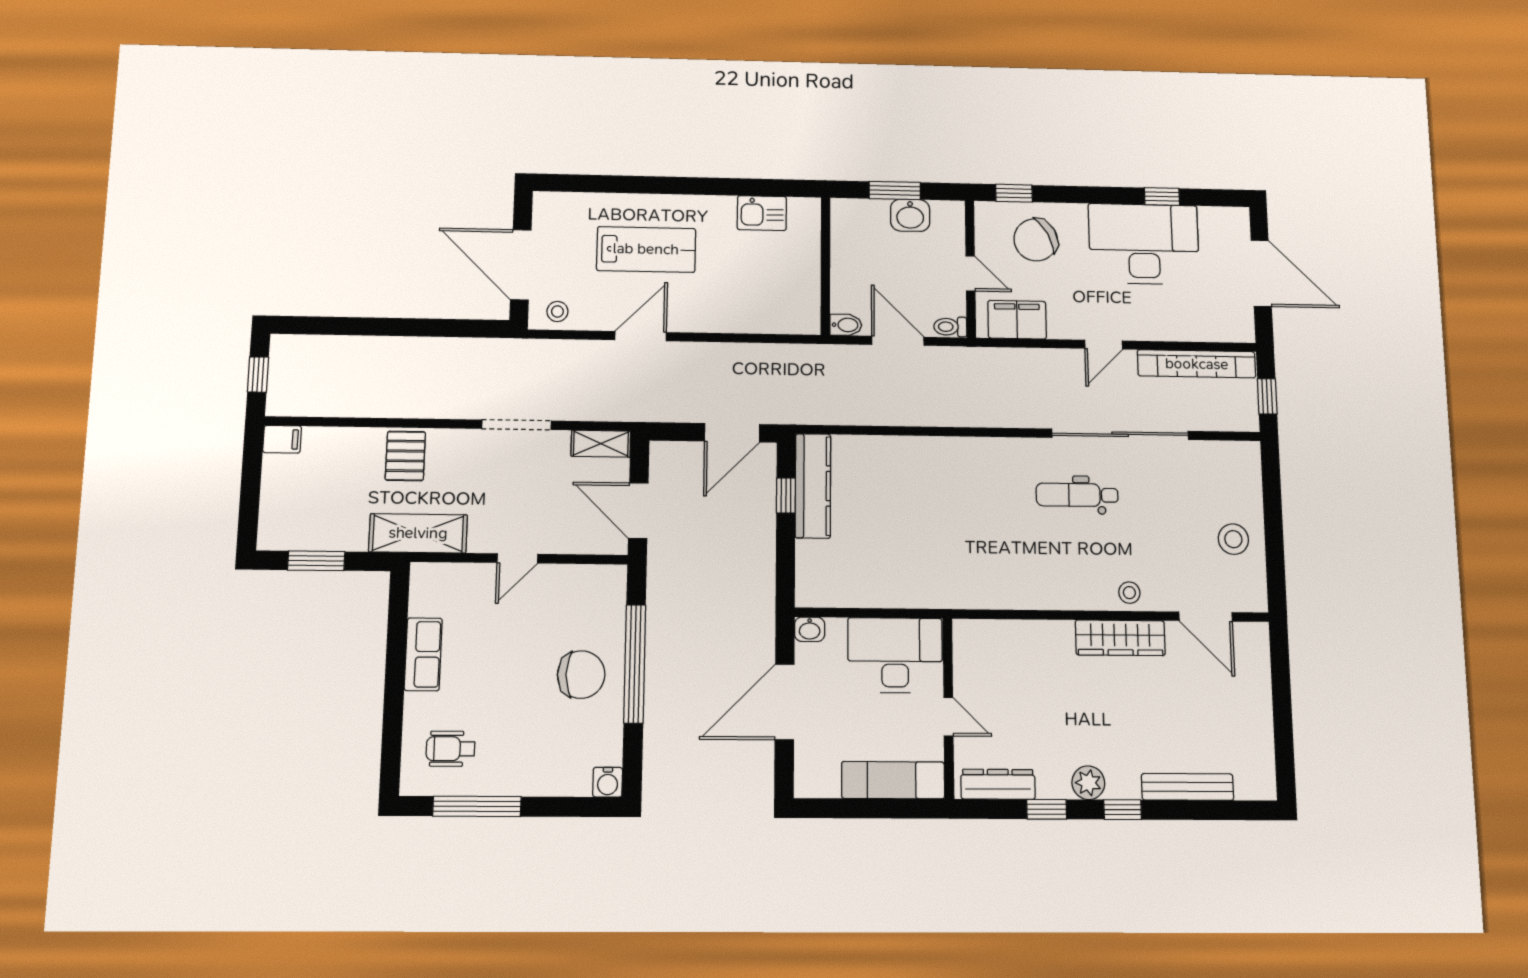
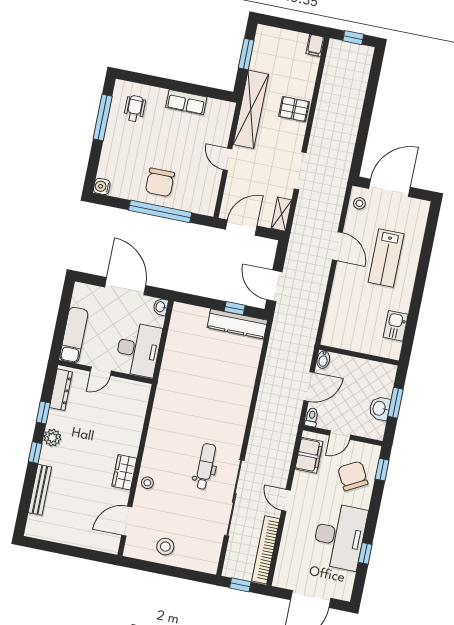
shelving: (418, 533) -> (251, 109), width x1.47
wardrobe: (1120, 638) -> (124, 472), width x0.67

